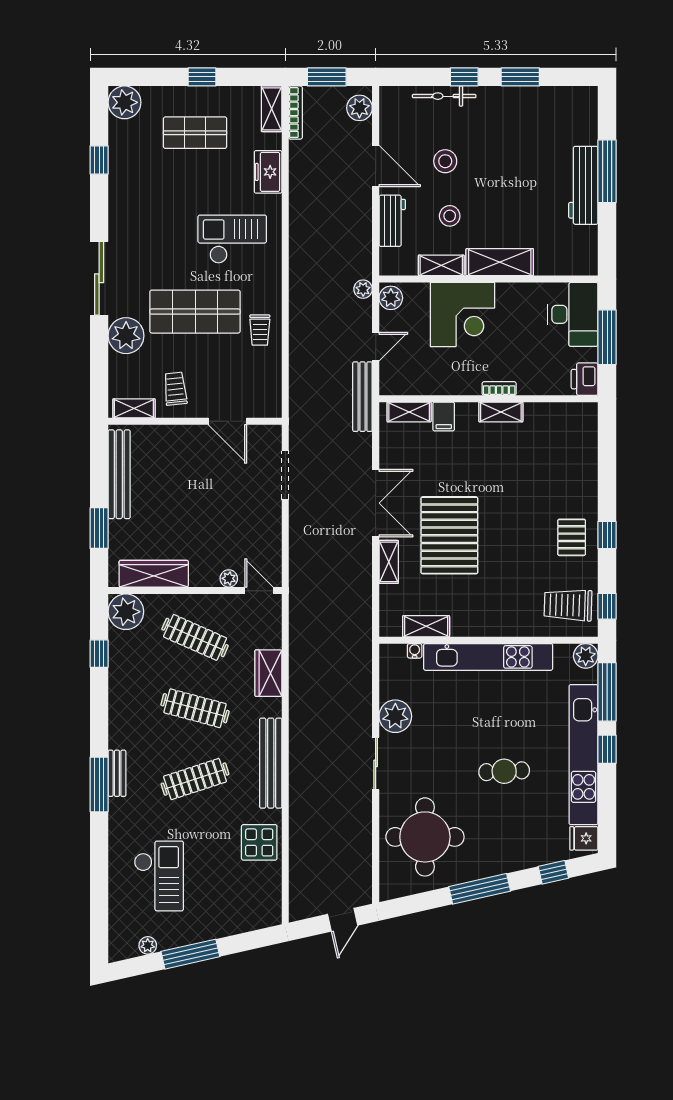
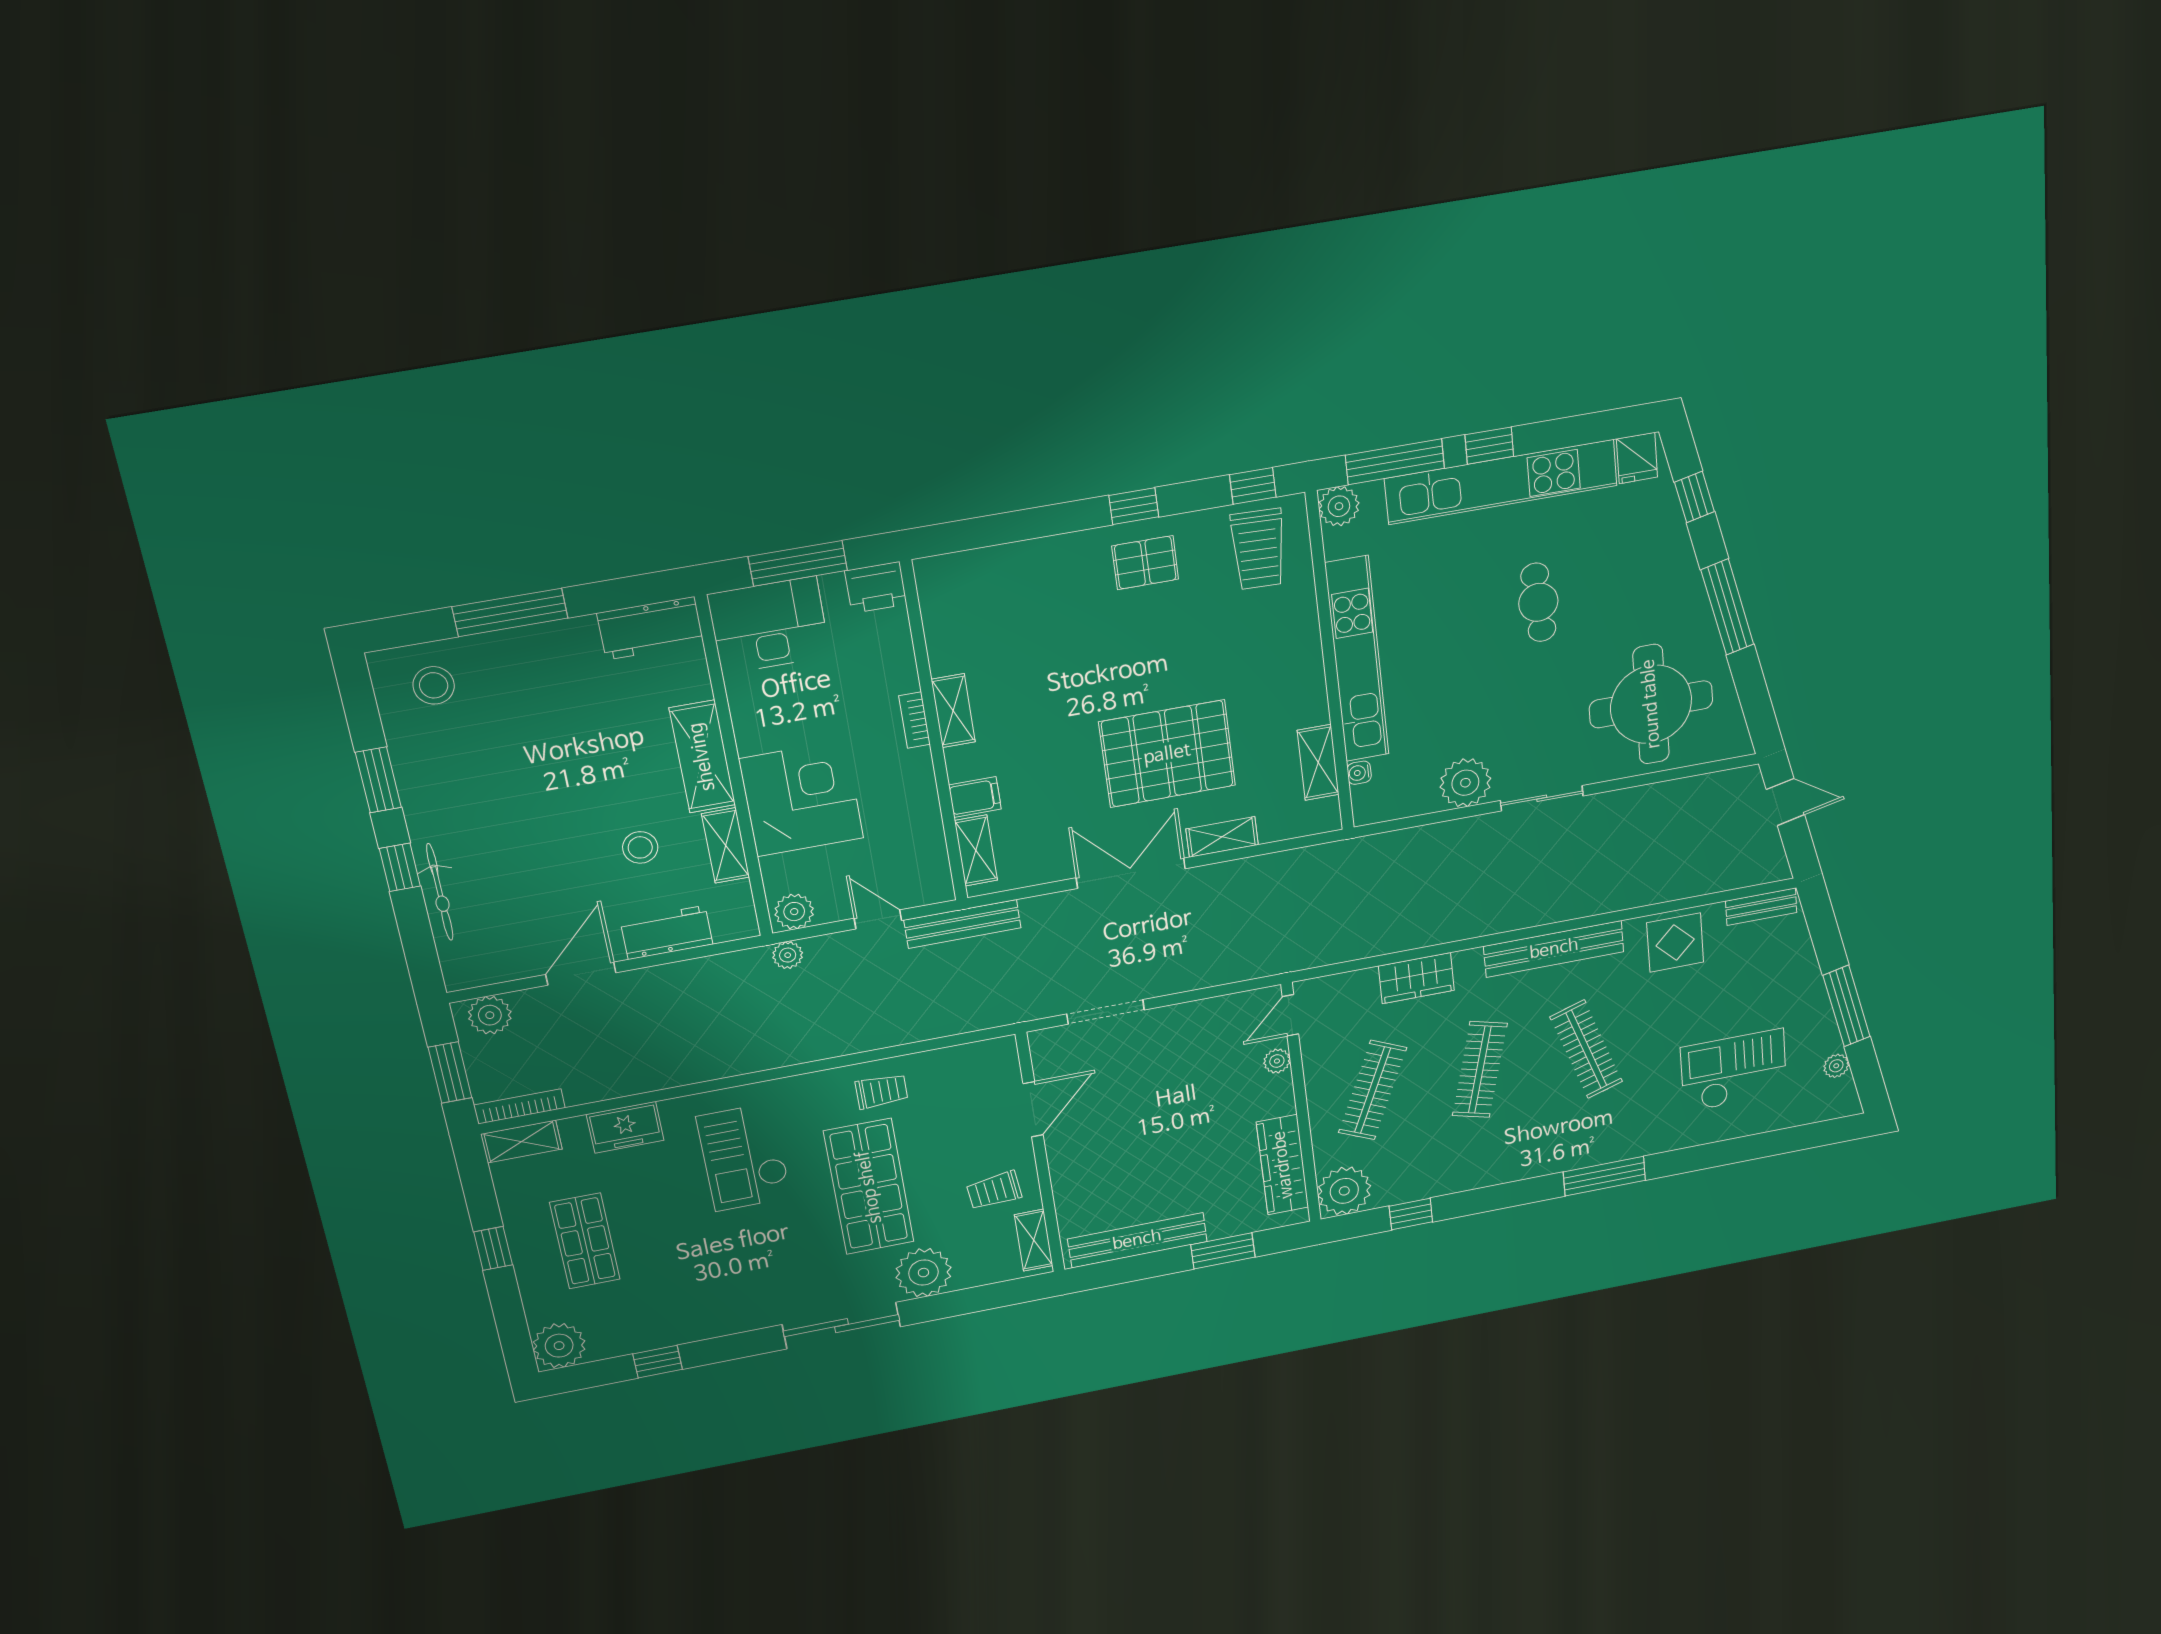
stool: (445, 161) -> (434, 685), moved
workbench: (583, 185) -> (650, 628), moved, width x0.73
bench: (117, 773) -> (1761, 907), moved

